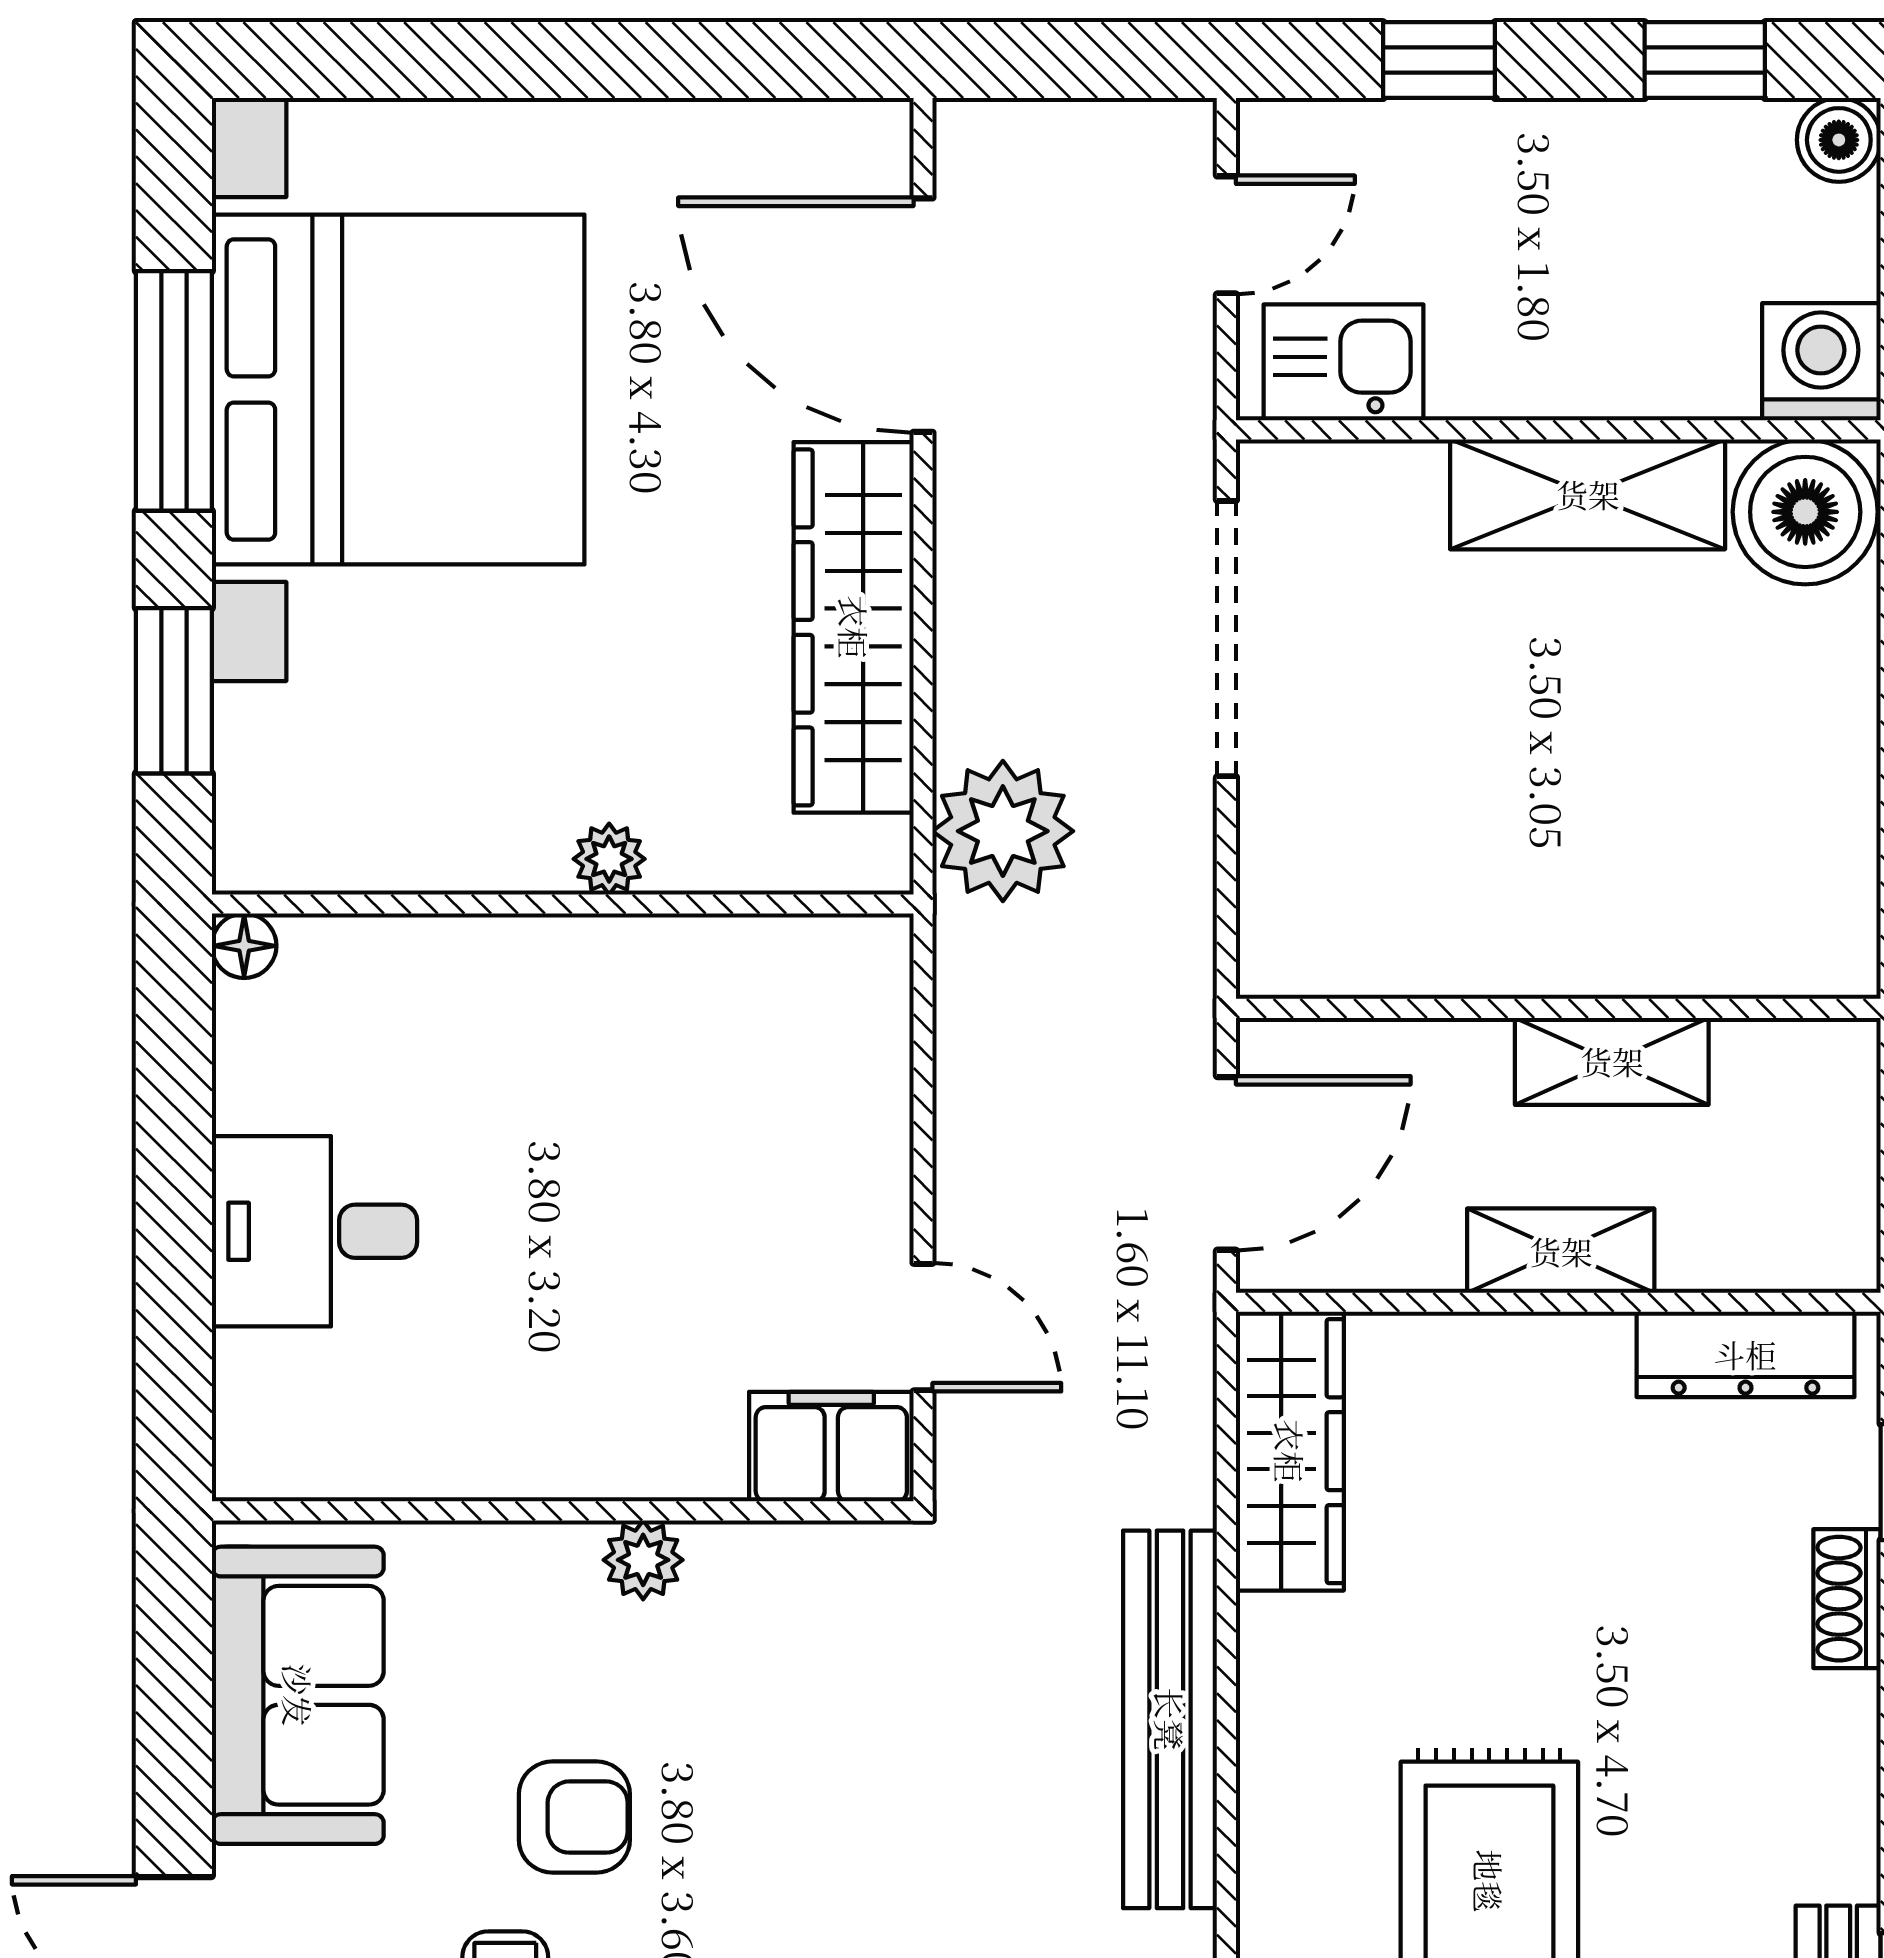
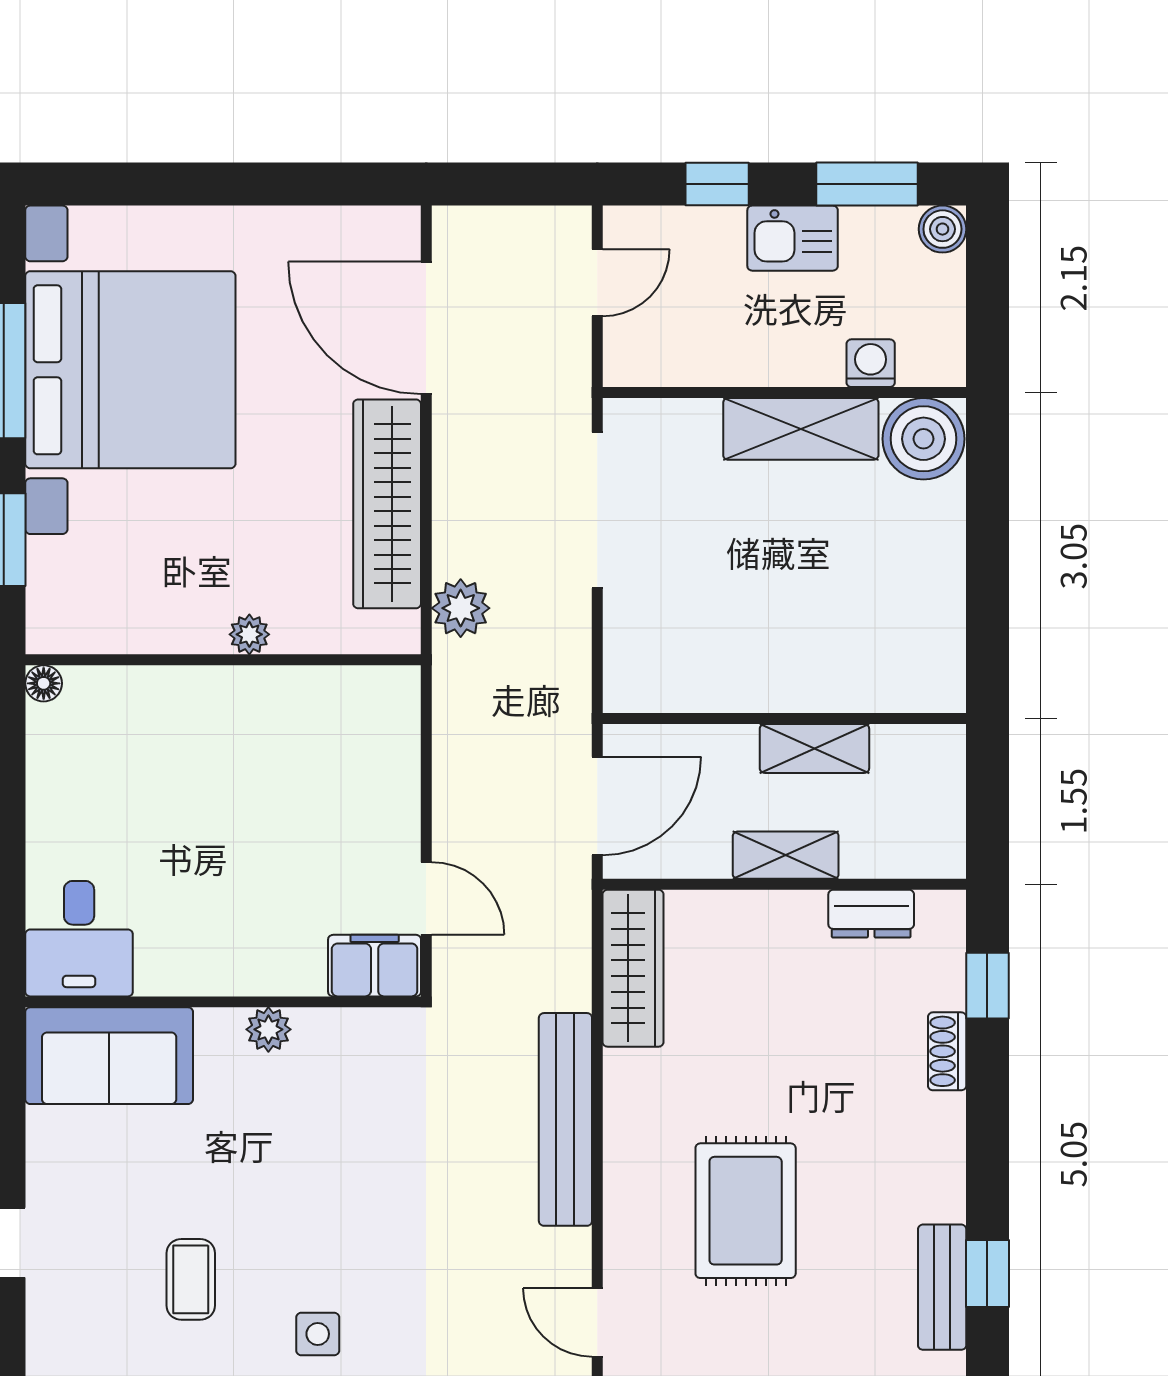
window: (1705, 60) -> (867, 184), width x1.50
kitchen sink: (1343, 362) -> (793, 238), moved, turned 180
washing machine: (1821, 362) -> (871, 363), moved, width x0.73, depth x0.73
plant: (1003, 831) -> (461, 608), width x0.73, depth x0.73
desk: (314, 1231) -> (79, 939), moved, turned -90
dresser: (1745, 1354) -> (871, 914), width x0.70
sofa: (298, 1695) -> (109, 1056), moved, turned 90
armchair: (574, 1817) -> (230, 1174), removed

